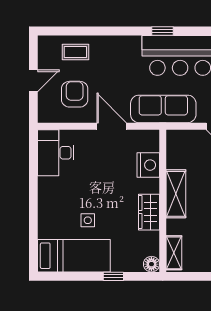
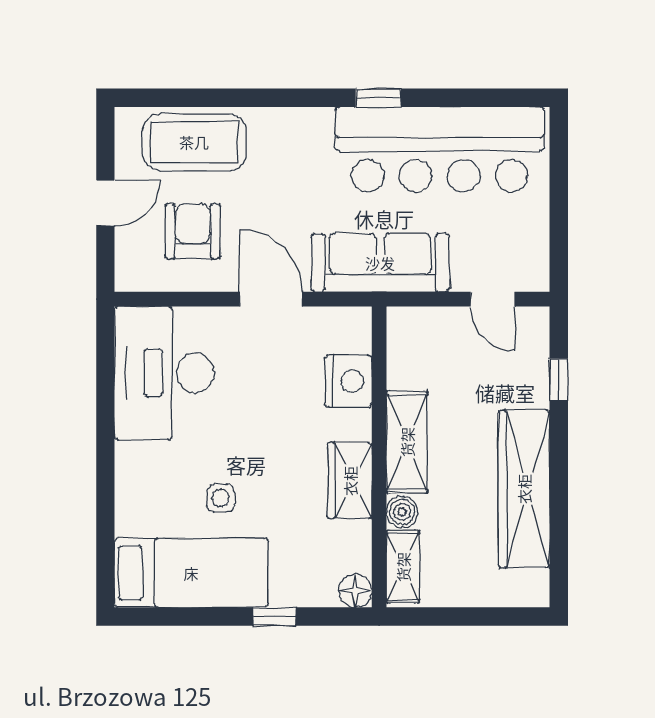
coffee table: (75, 52) -> (194, 142), width x1.86, depth x1.72
desk: (56, 153) -> (164, 373), width x1.36, depth x1.30
boiler: (174, 227) -> (402, 512), added

